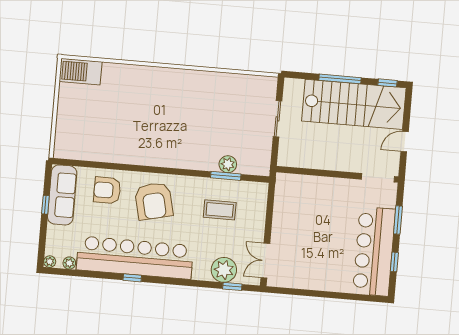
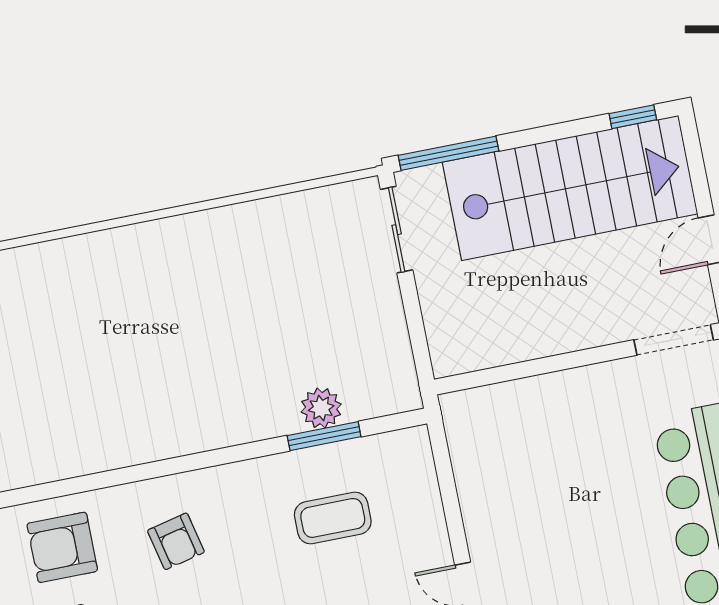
window: (340, 79) -> (449, 153), moved
sliding door: (278, 119) -> (397, 230), moved
armchair: (154, 201) -> (176, 541), width x0.53, depth x0.53

